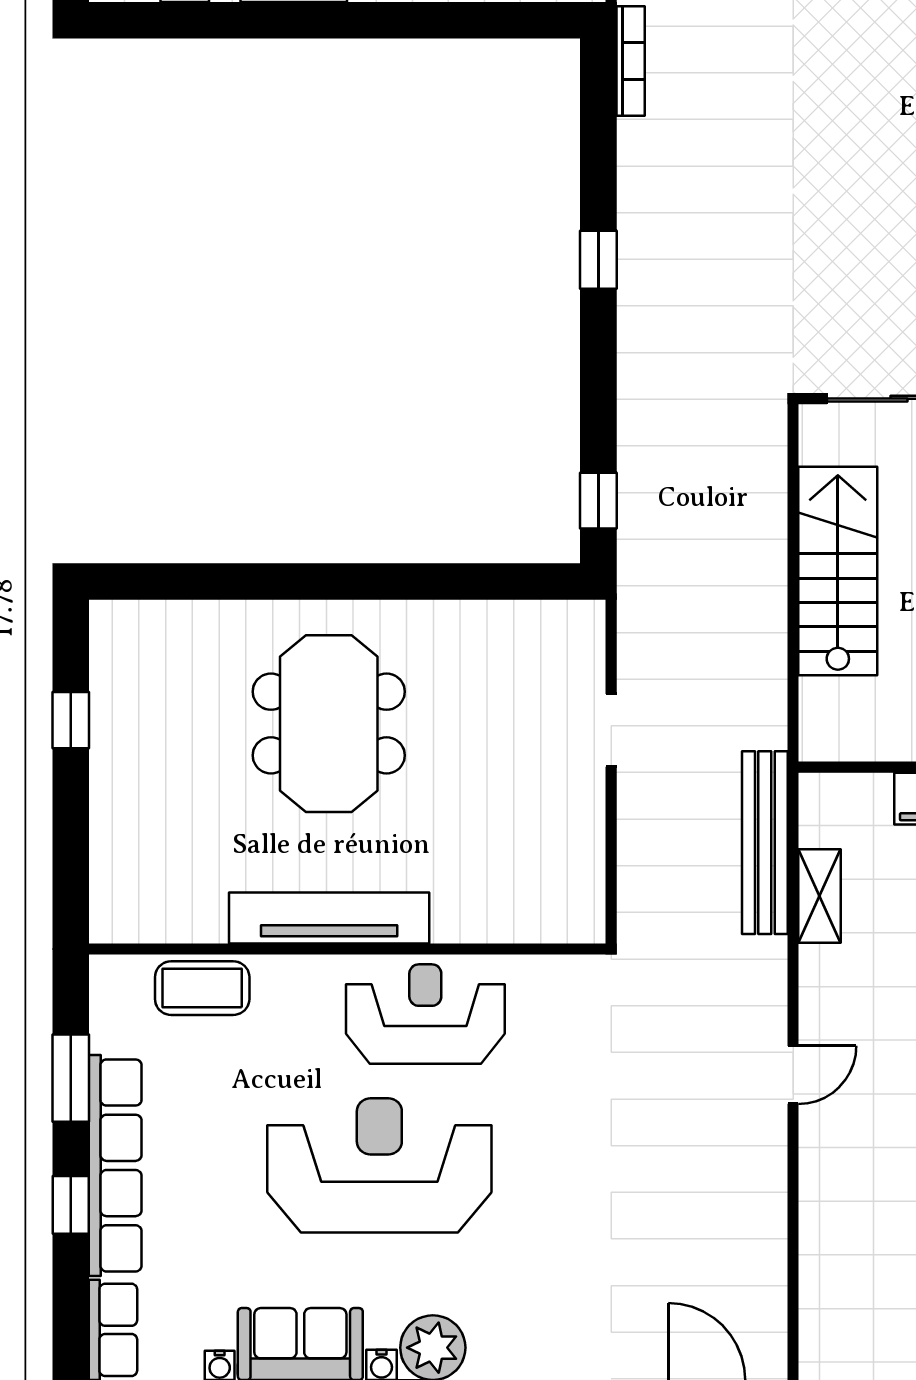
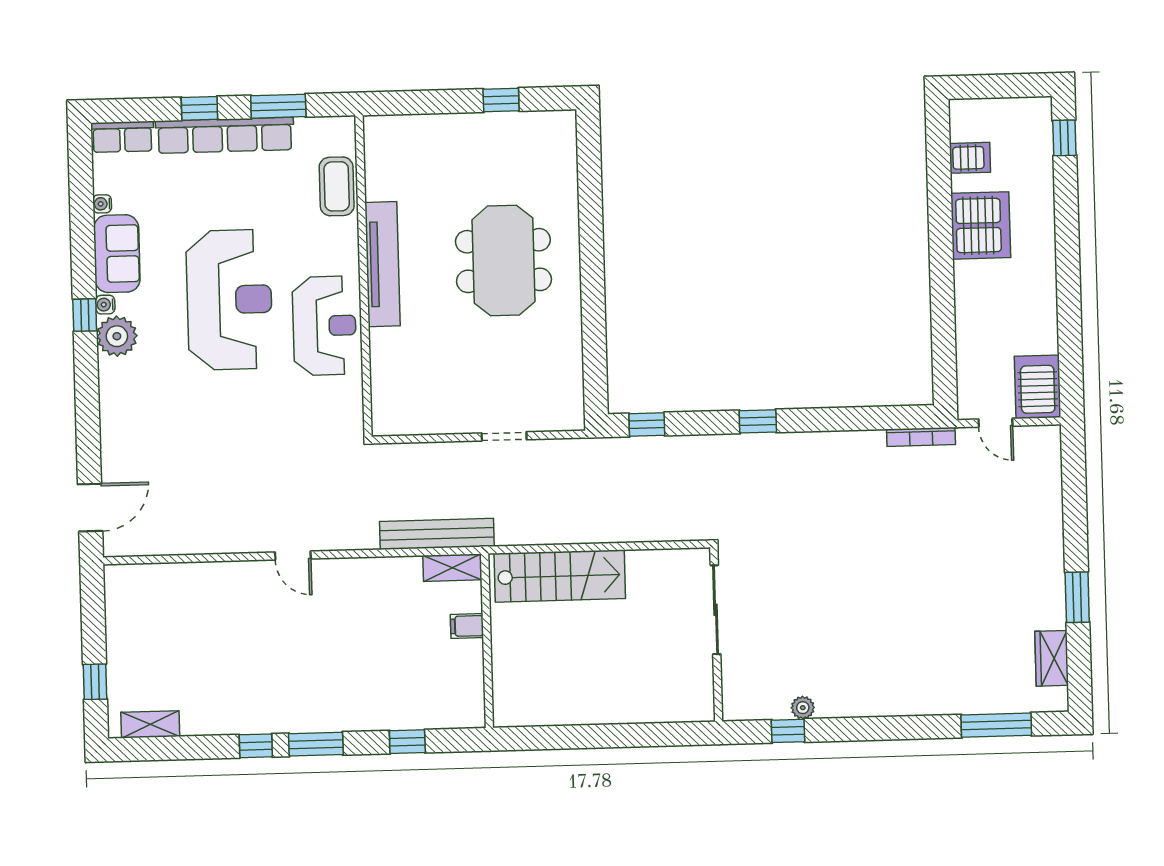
window: (598, 260) -> (758, 421), moved
stairs: (838, 571) -> (560, 576), moved
meeting table: (329, 724) -> (503, 261), turned 90
shelving: (820, 896) -> (452, 568), moved

